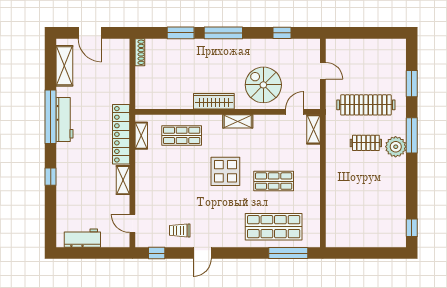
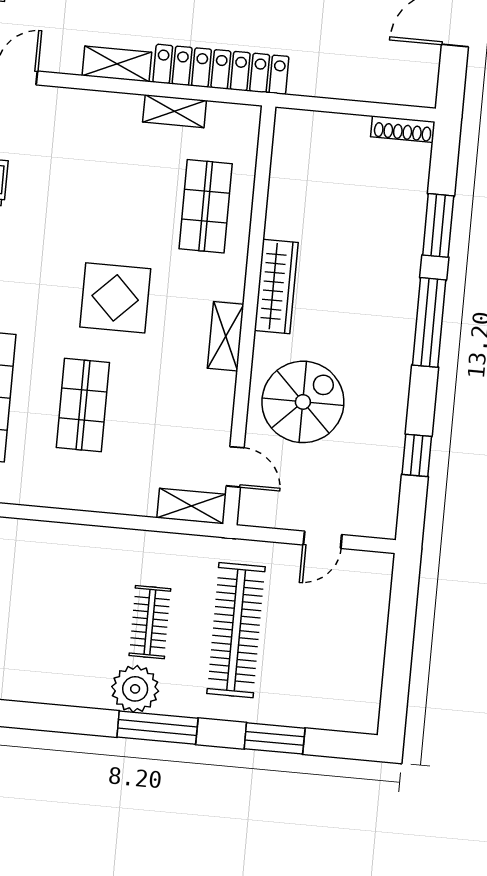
shelving: (141, 136) -> (175, 111), moved

